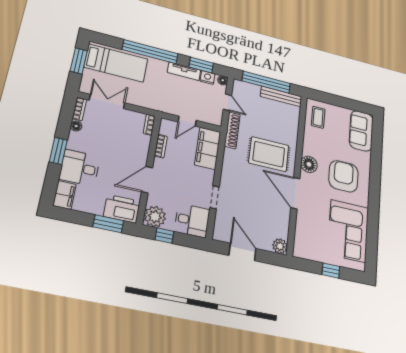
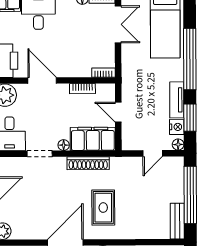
bench: (281, 96) -> (177, 221), width x0.73
shoe rack: (232, 130) -> (88, 163), moved
rug: (269, 154) -> (103, 208), width x0.73, depth x0.70
floor lamp: (210, 175) -> (64, 145), added

